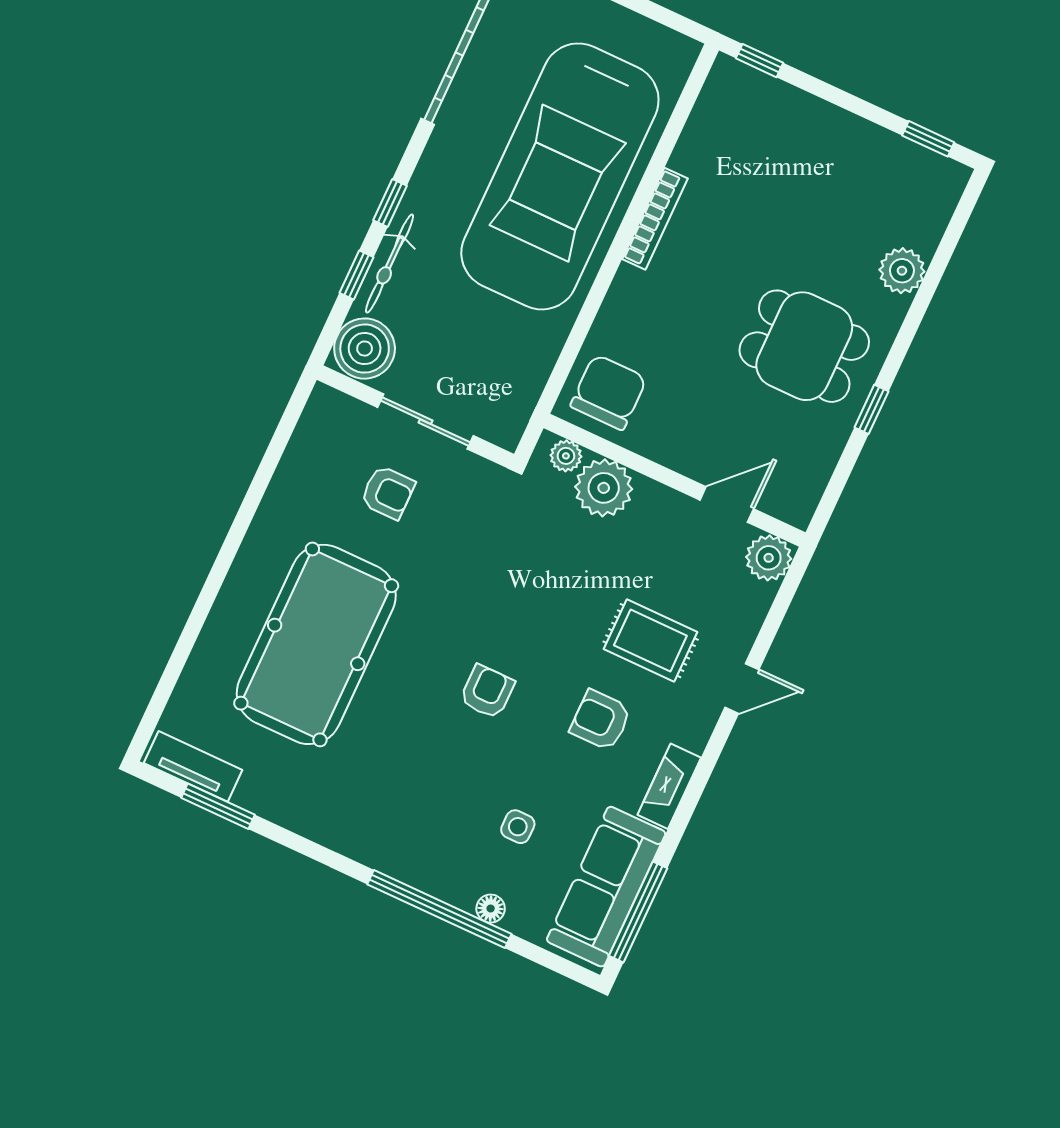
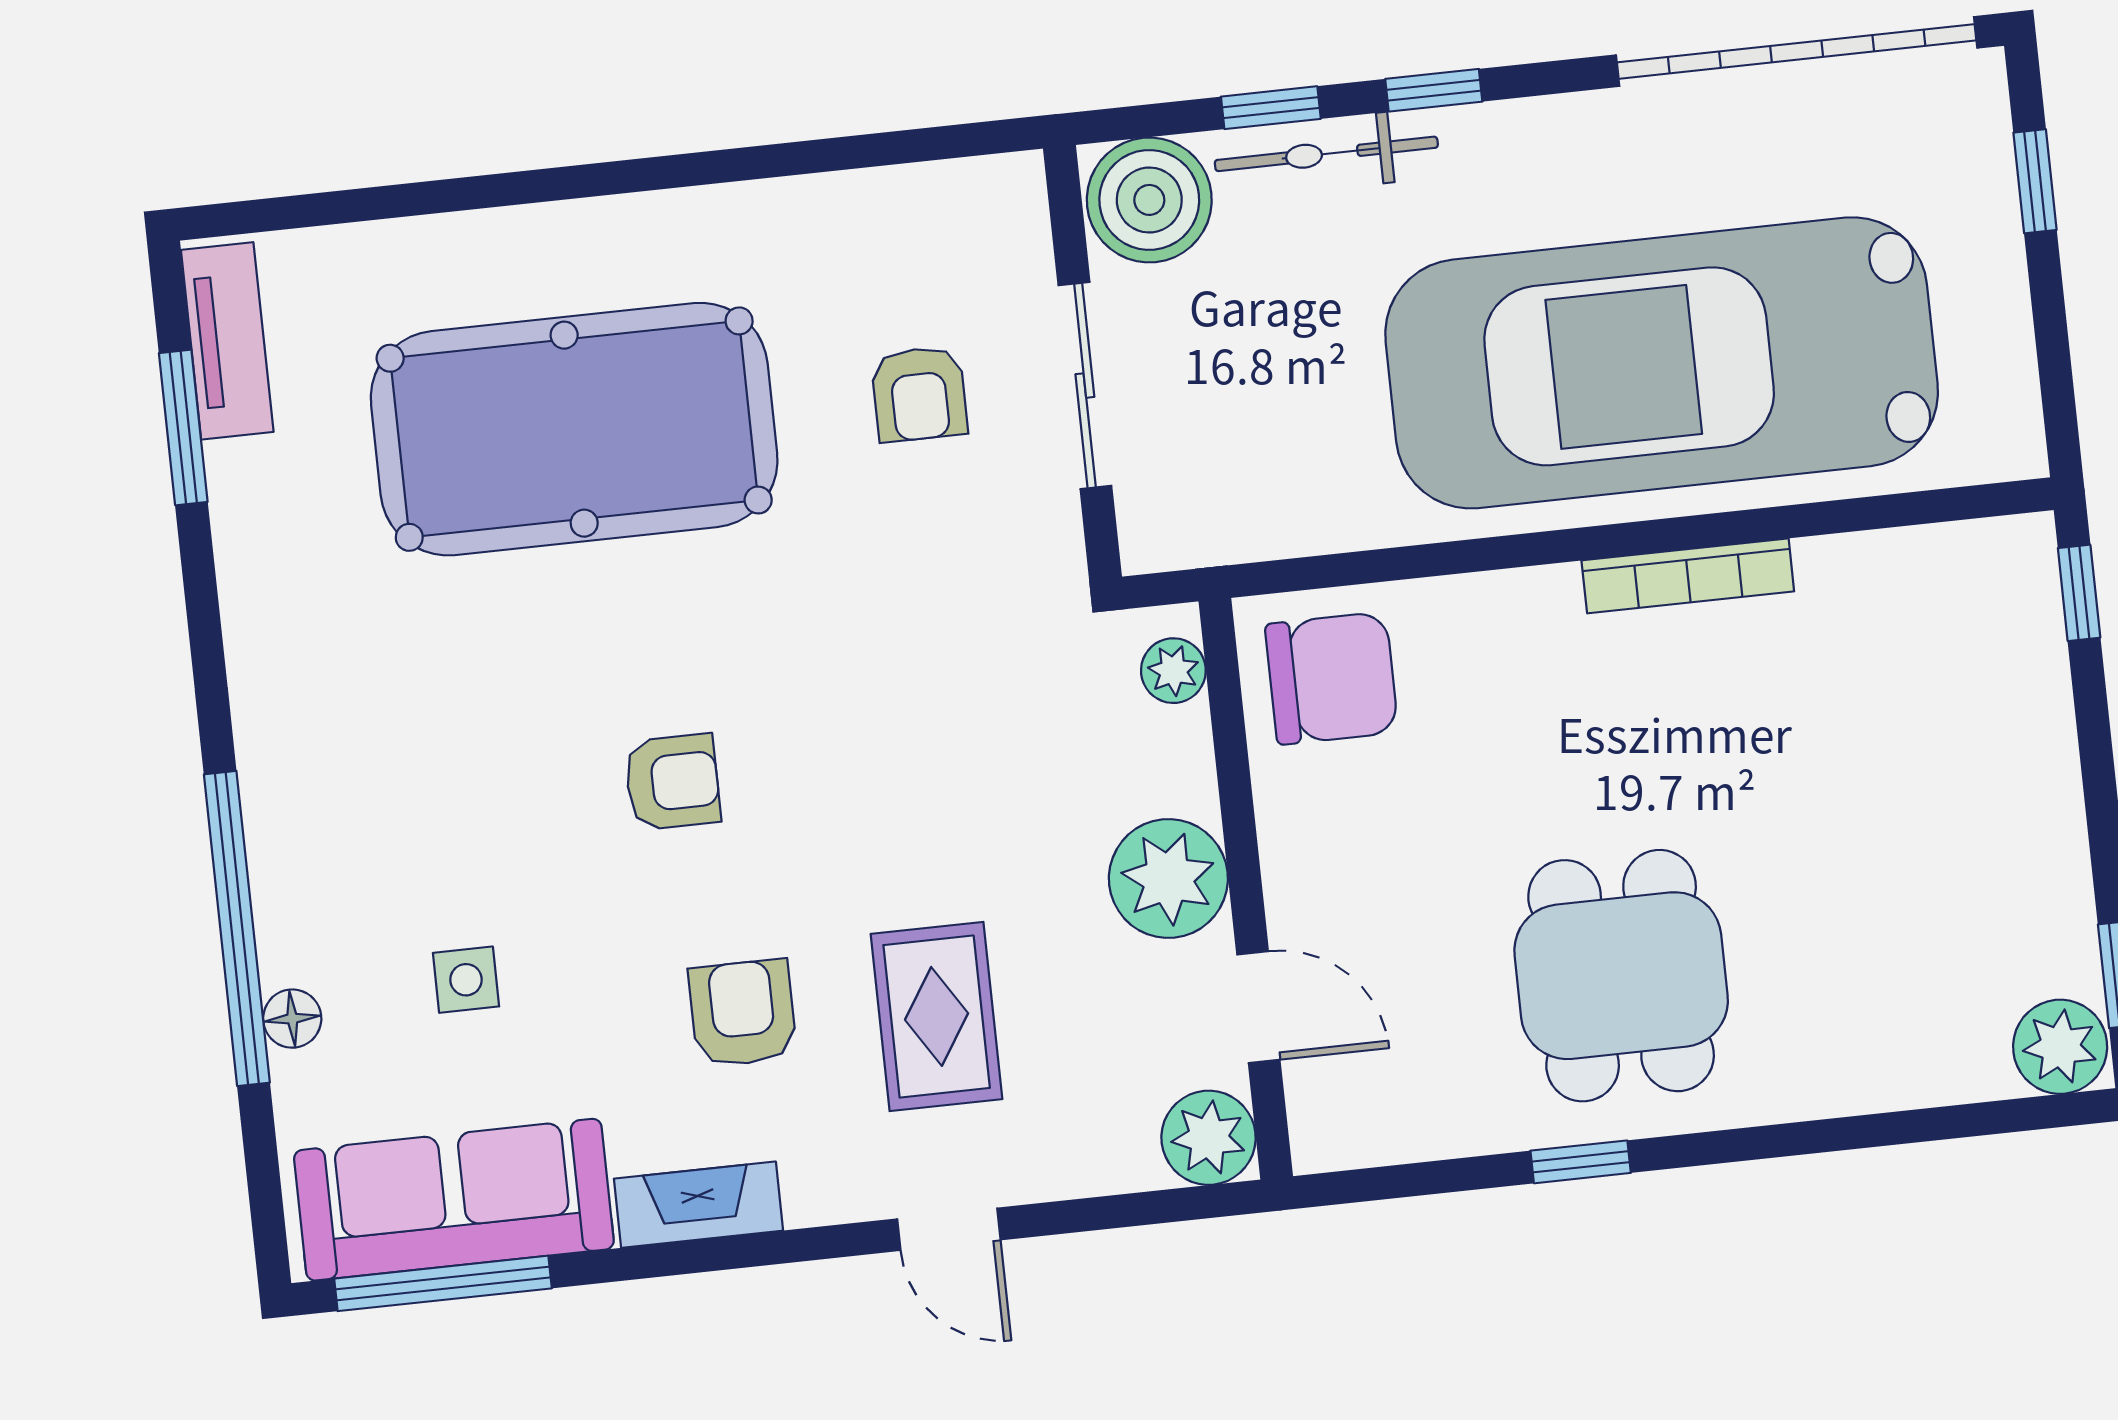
plant: (902, 271) -> (2060, 1047), moved
plant: (604, 488) -> (1168, 878), moved

